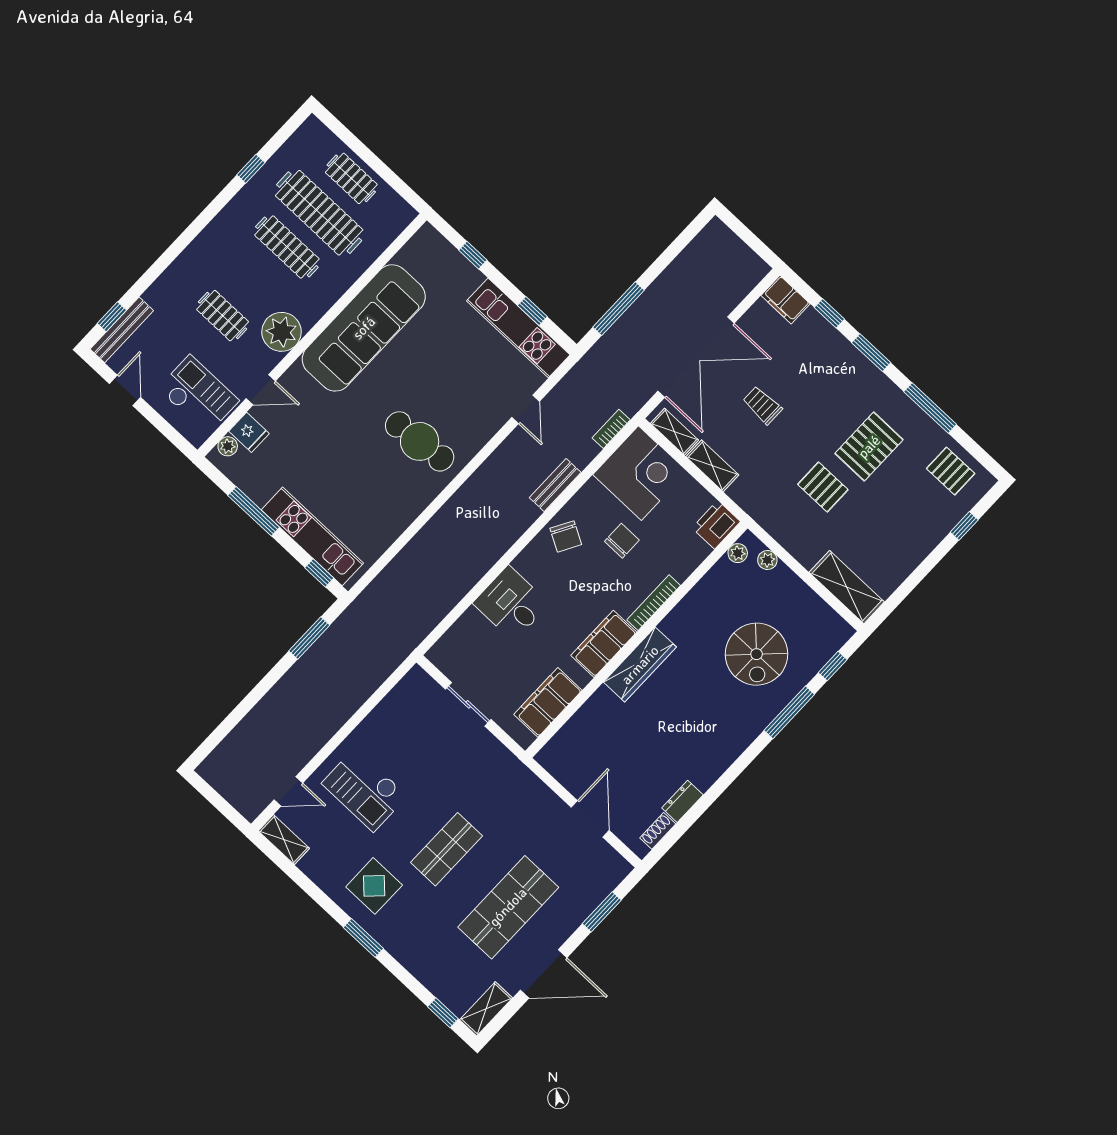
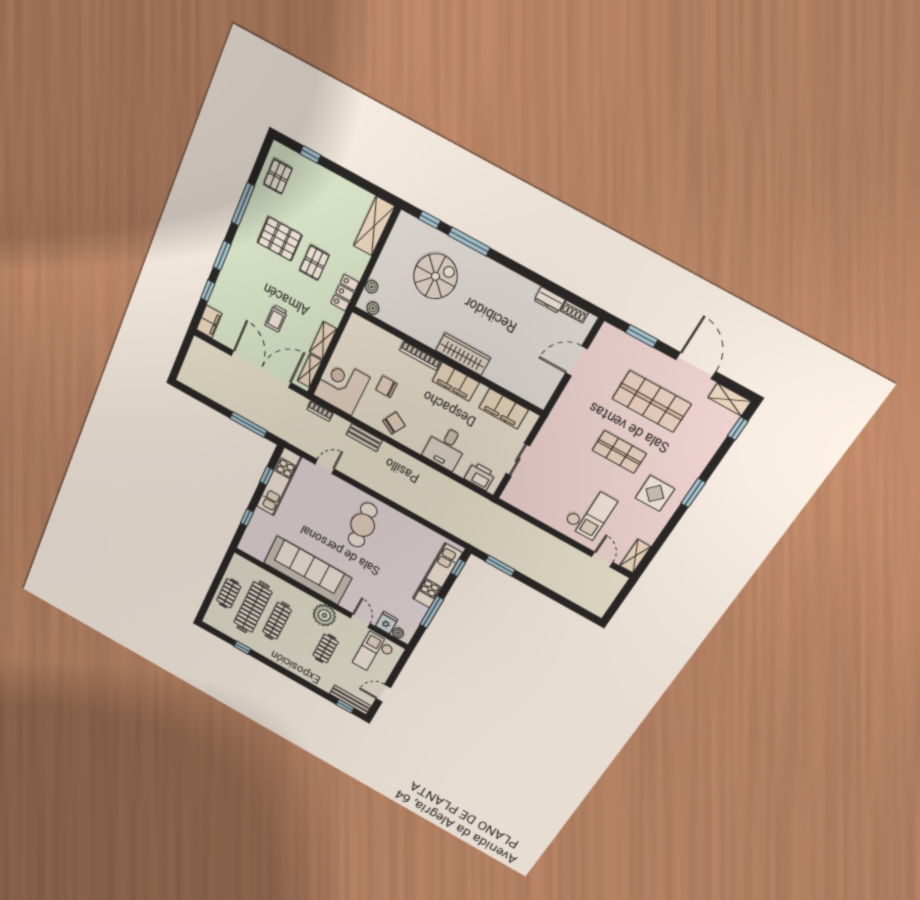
locker: (770, 519) -> (345, 293), added
printer: (716, 525) -> (480, 476), moved, turned 180

